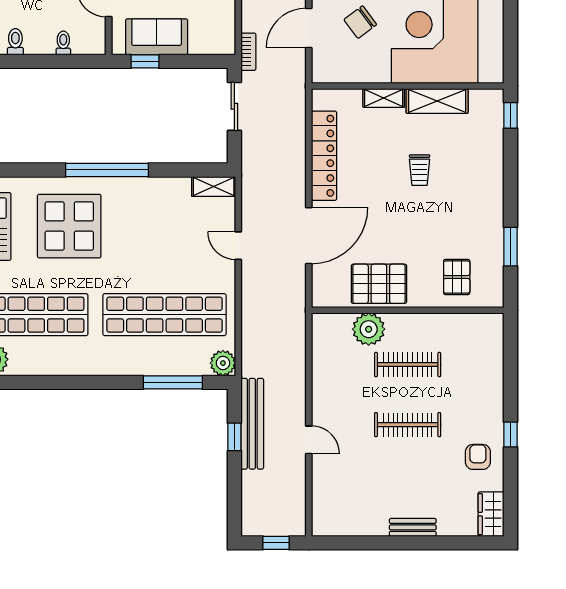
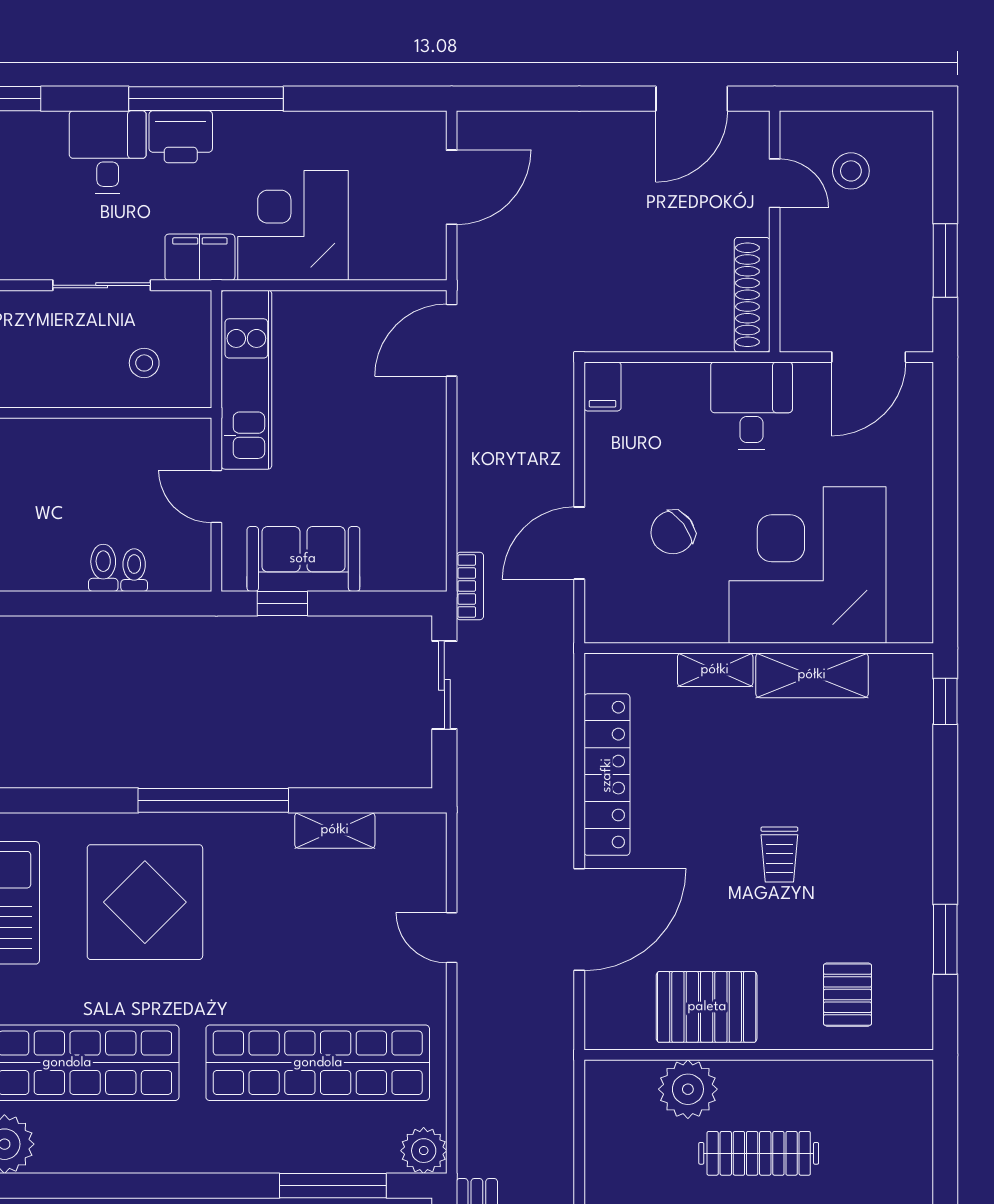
toilet: (15, 42) -> (103, 568), moved
trolley: (420, 170) -> (779, 855), moved
shelving: (214, 186) -> (335, 830), moved

